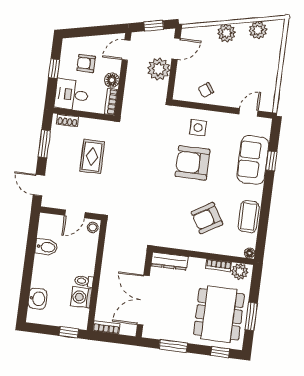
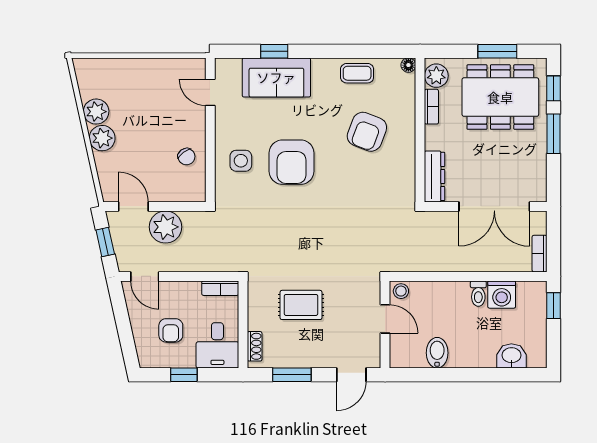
plant: (258, 30) -> (96, 112), moved
floor lamp: (112, 80) -> (190, 291), removed
coffee table: (249, 217) -> (357, 73), width x0.73, depth x0.77
armchair: (207, 218) -> (367, 132), turned 52
window: (173, 346) -> (553, 134), moved

